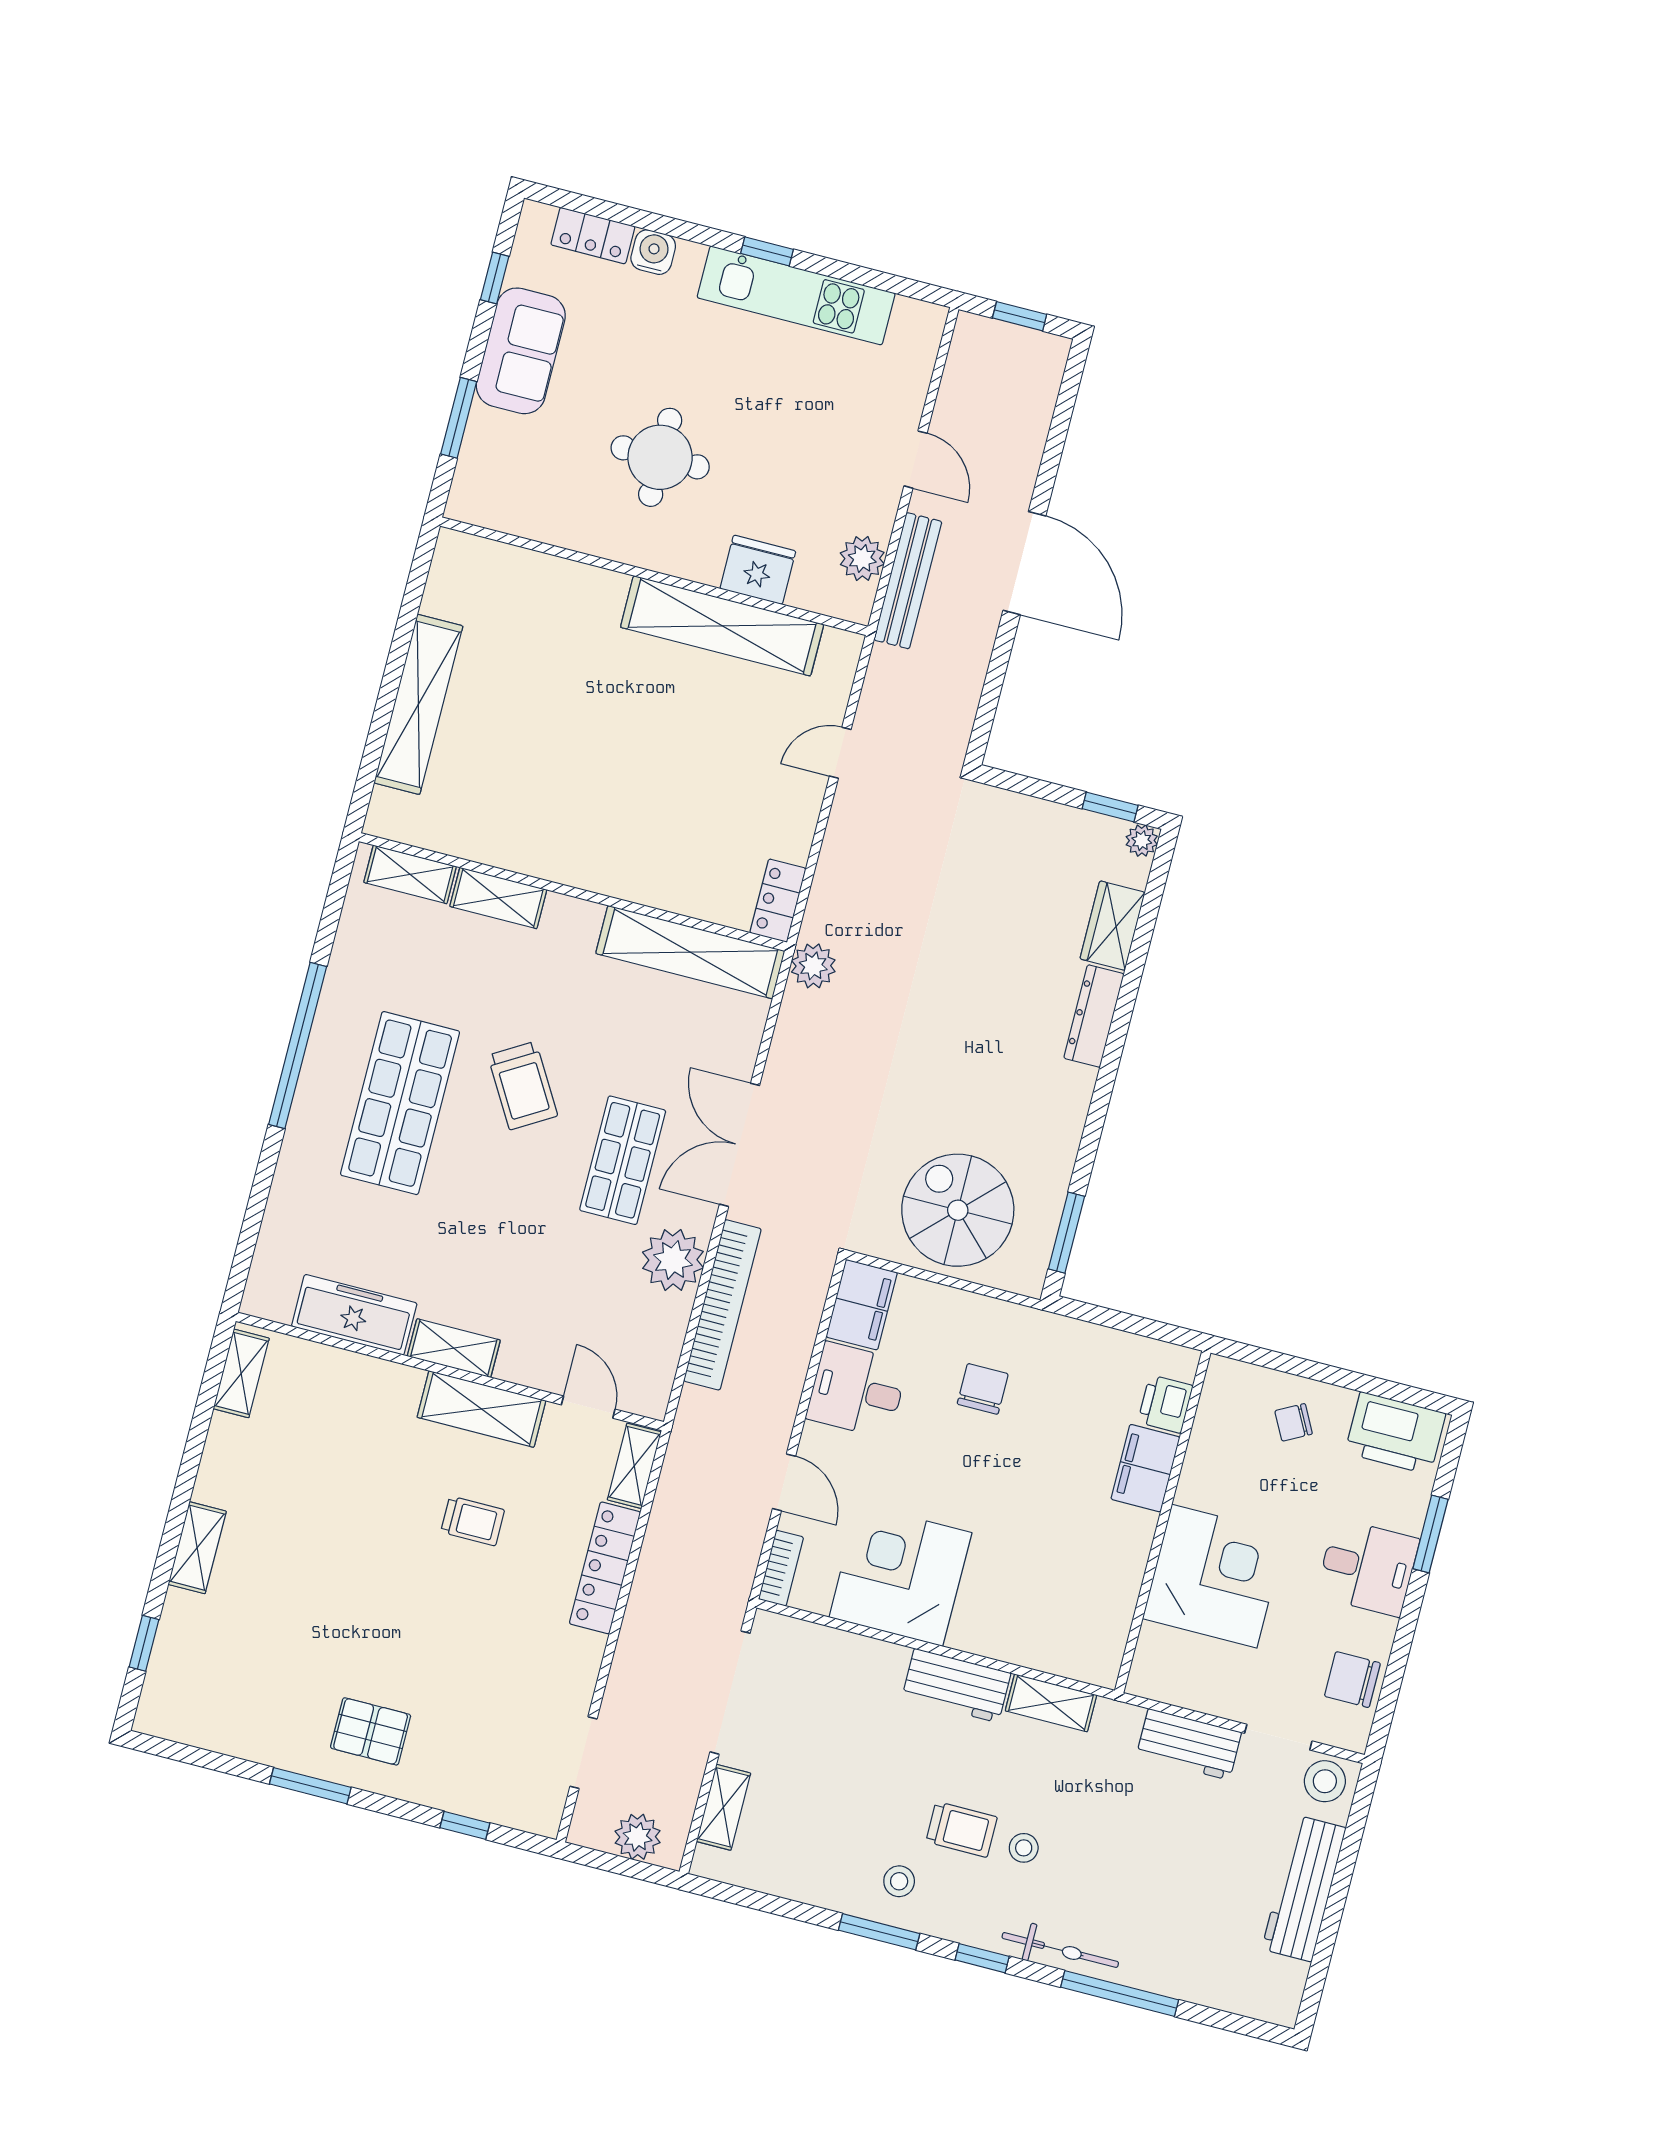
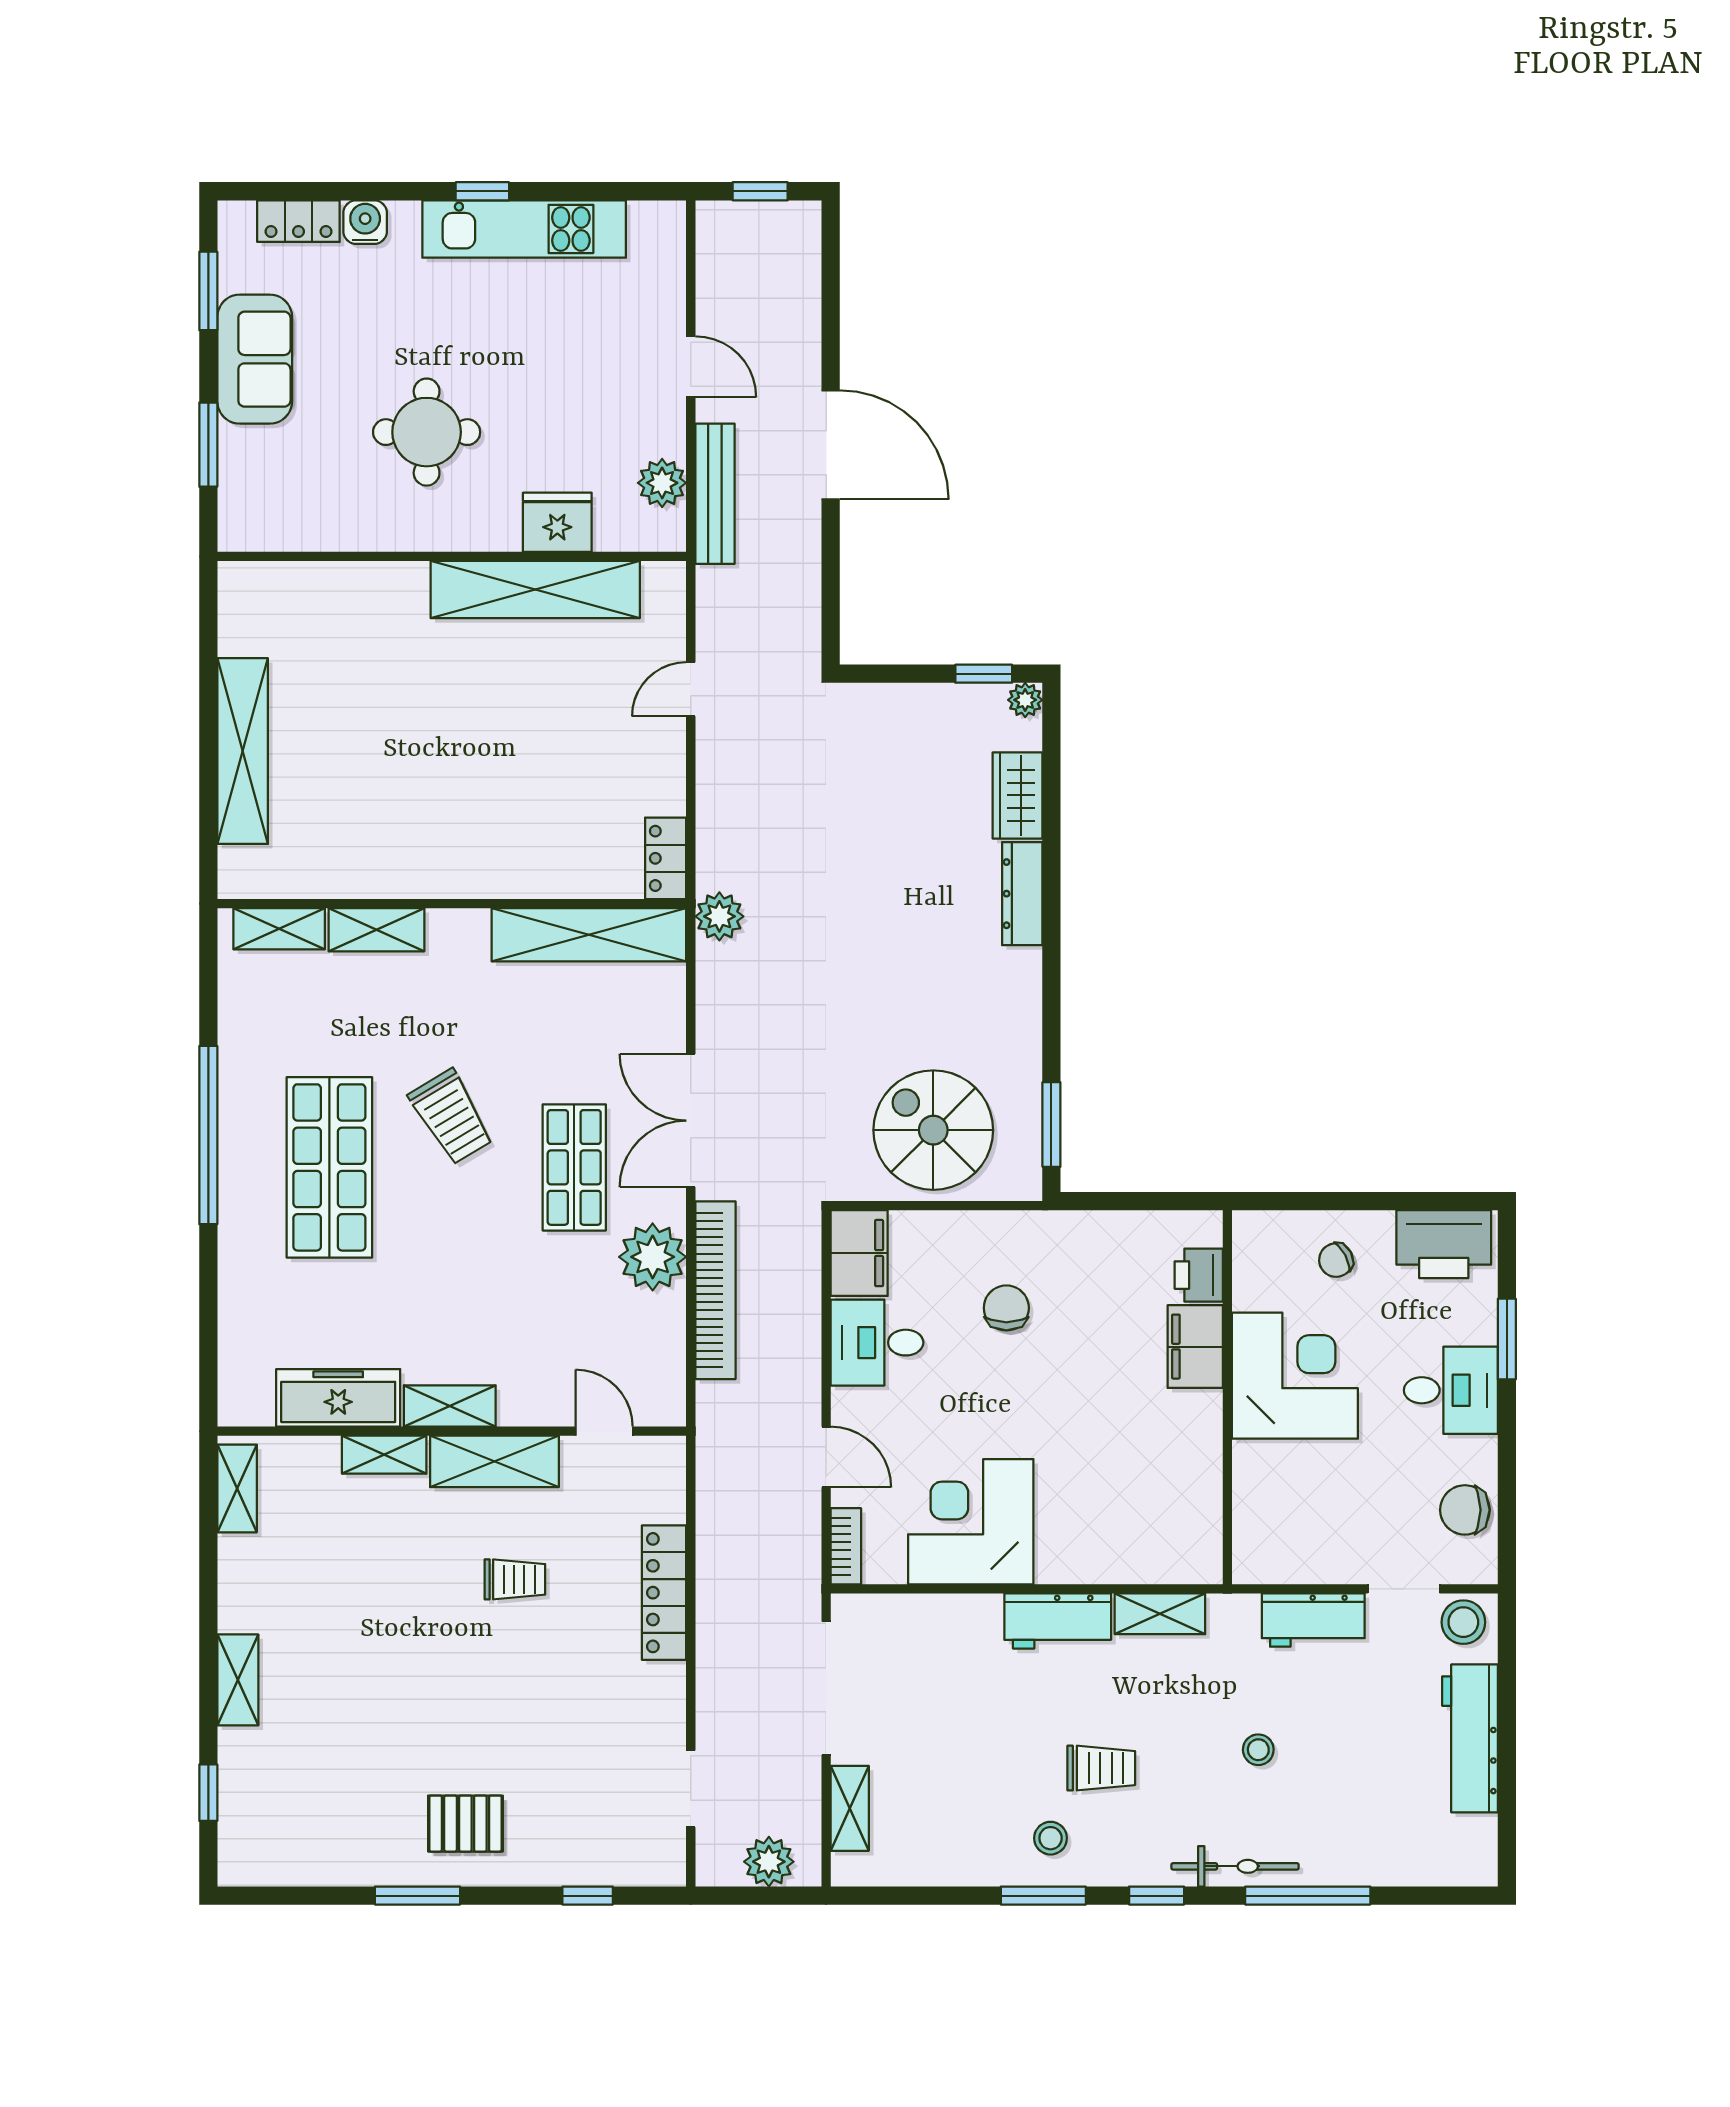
window: (495, 278) -> (208, 291), width x1.50
shelving: (634, 1466) -> (384, 1455), moved, turned 90
corner desk: (1214, 1576) -> (1295, 1376), moved
stool: (1024, 1848) -> (1258, 1750), moved

